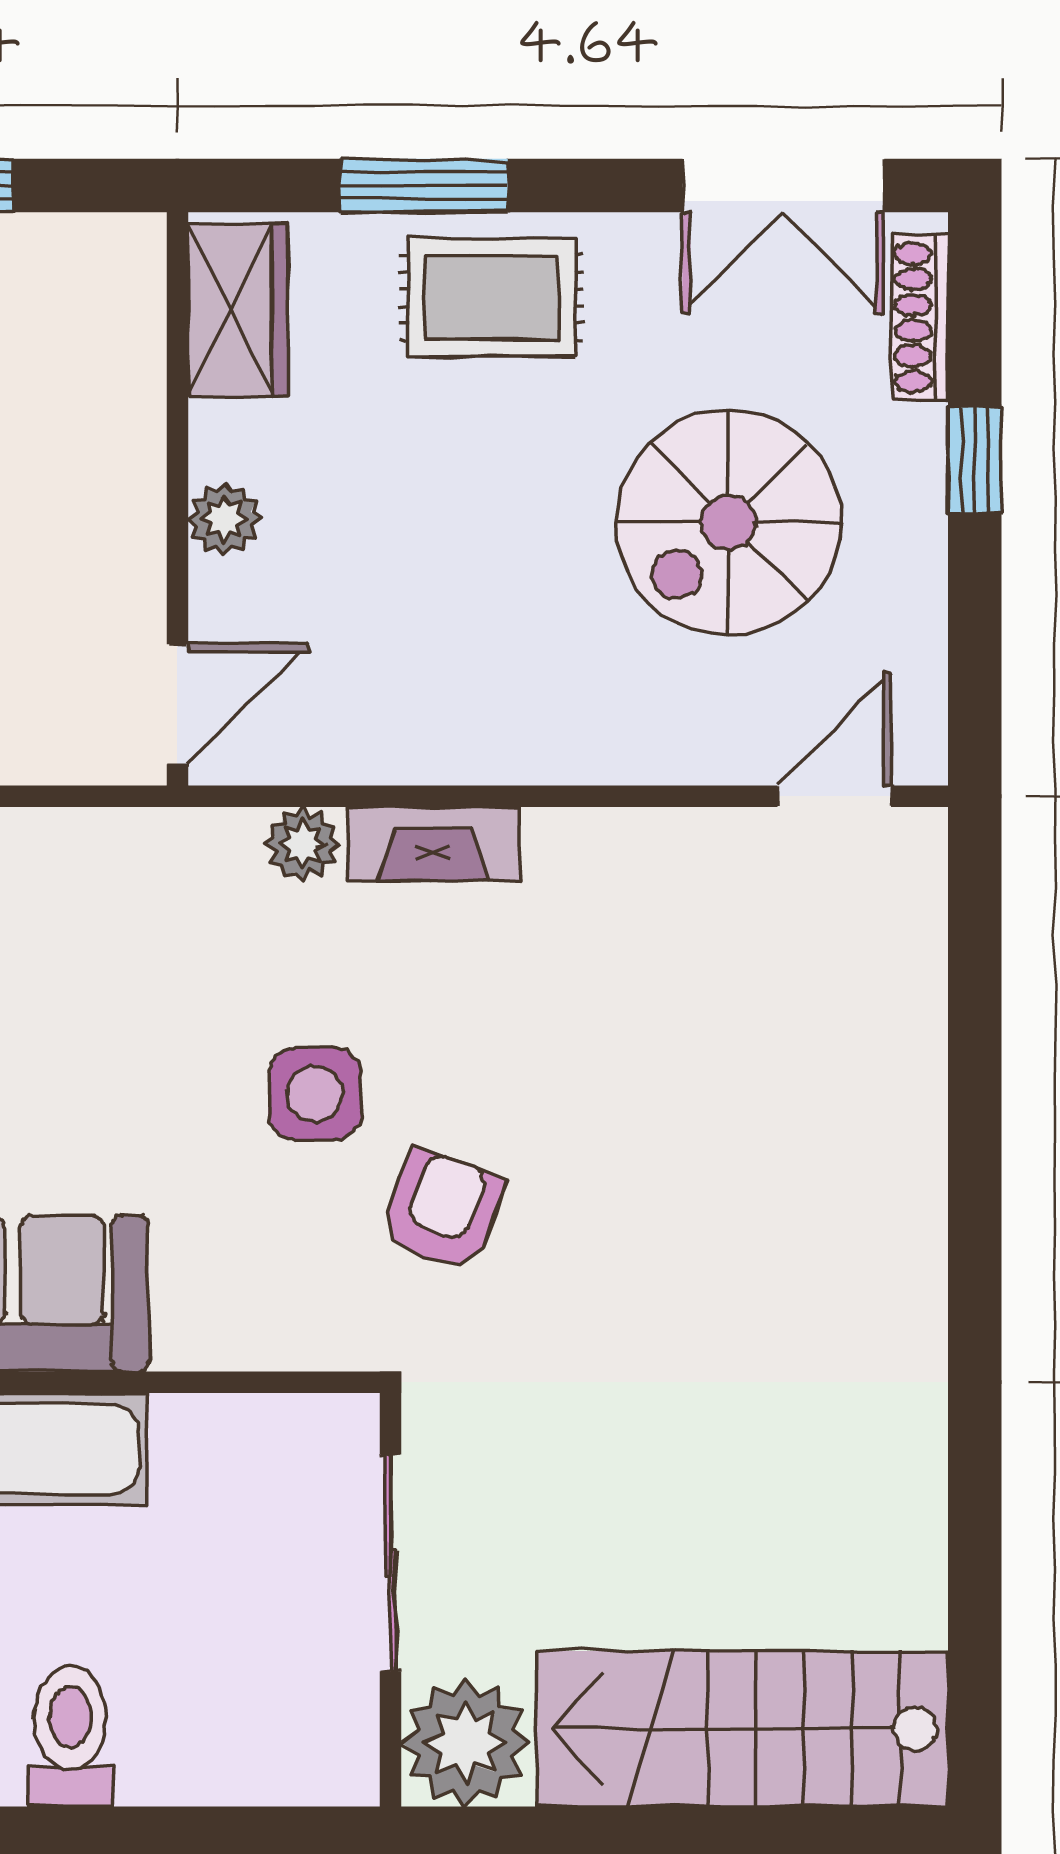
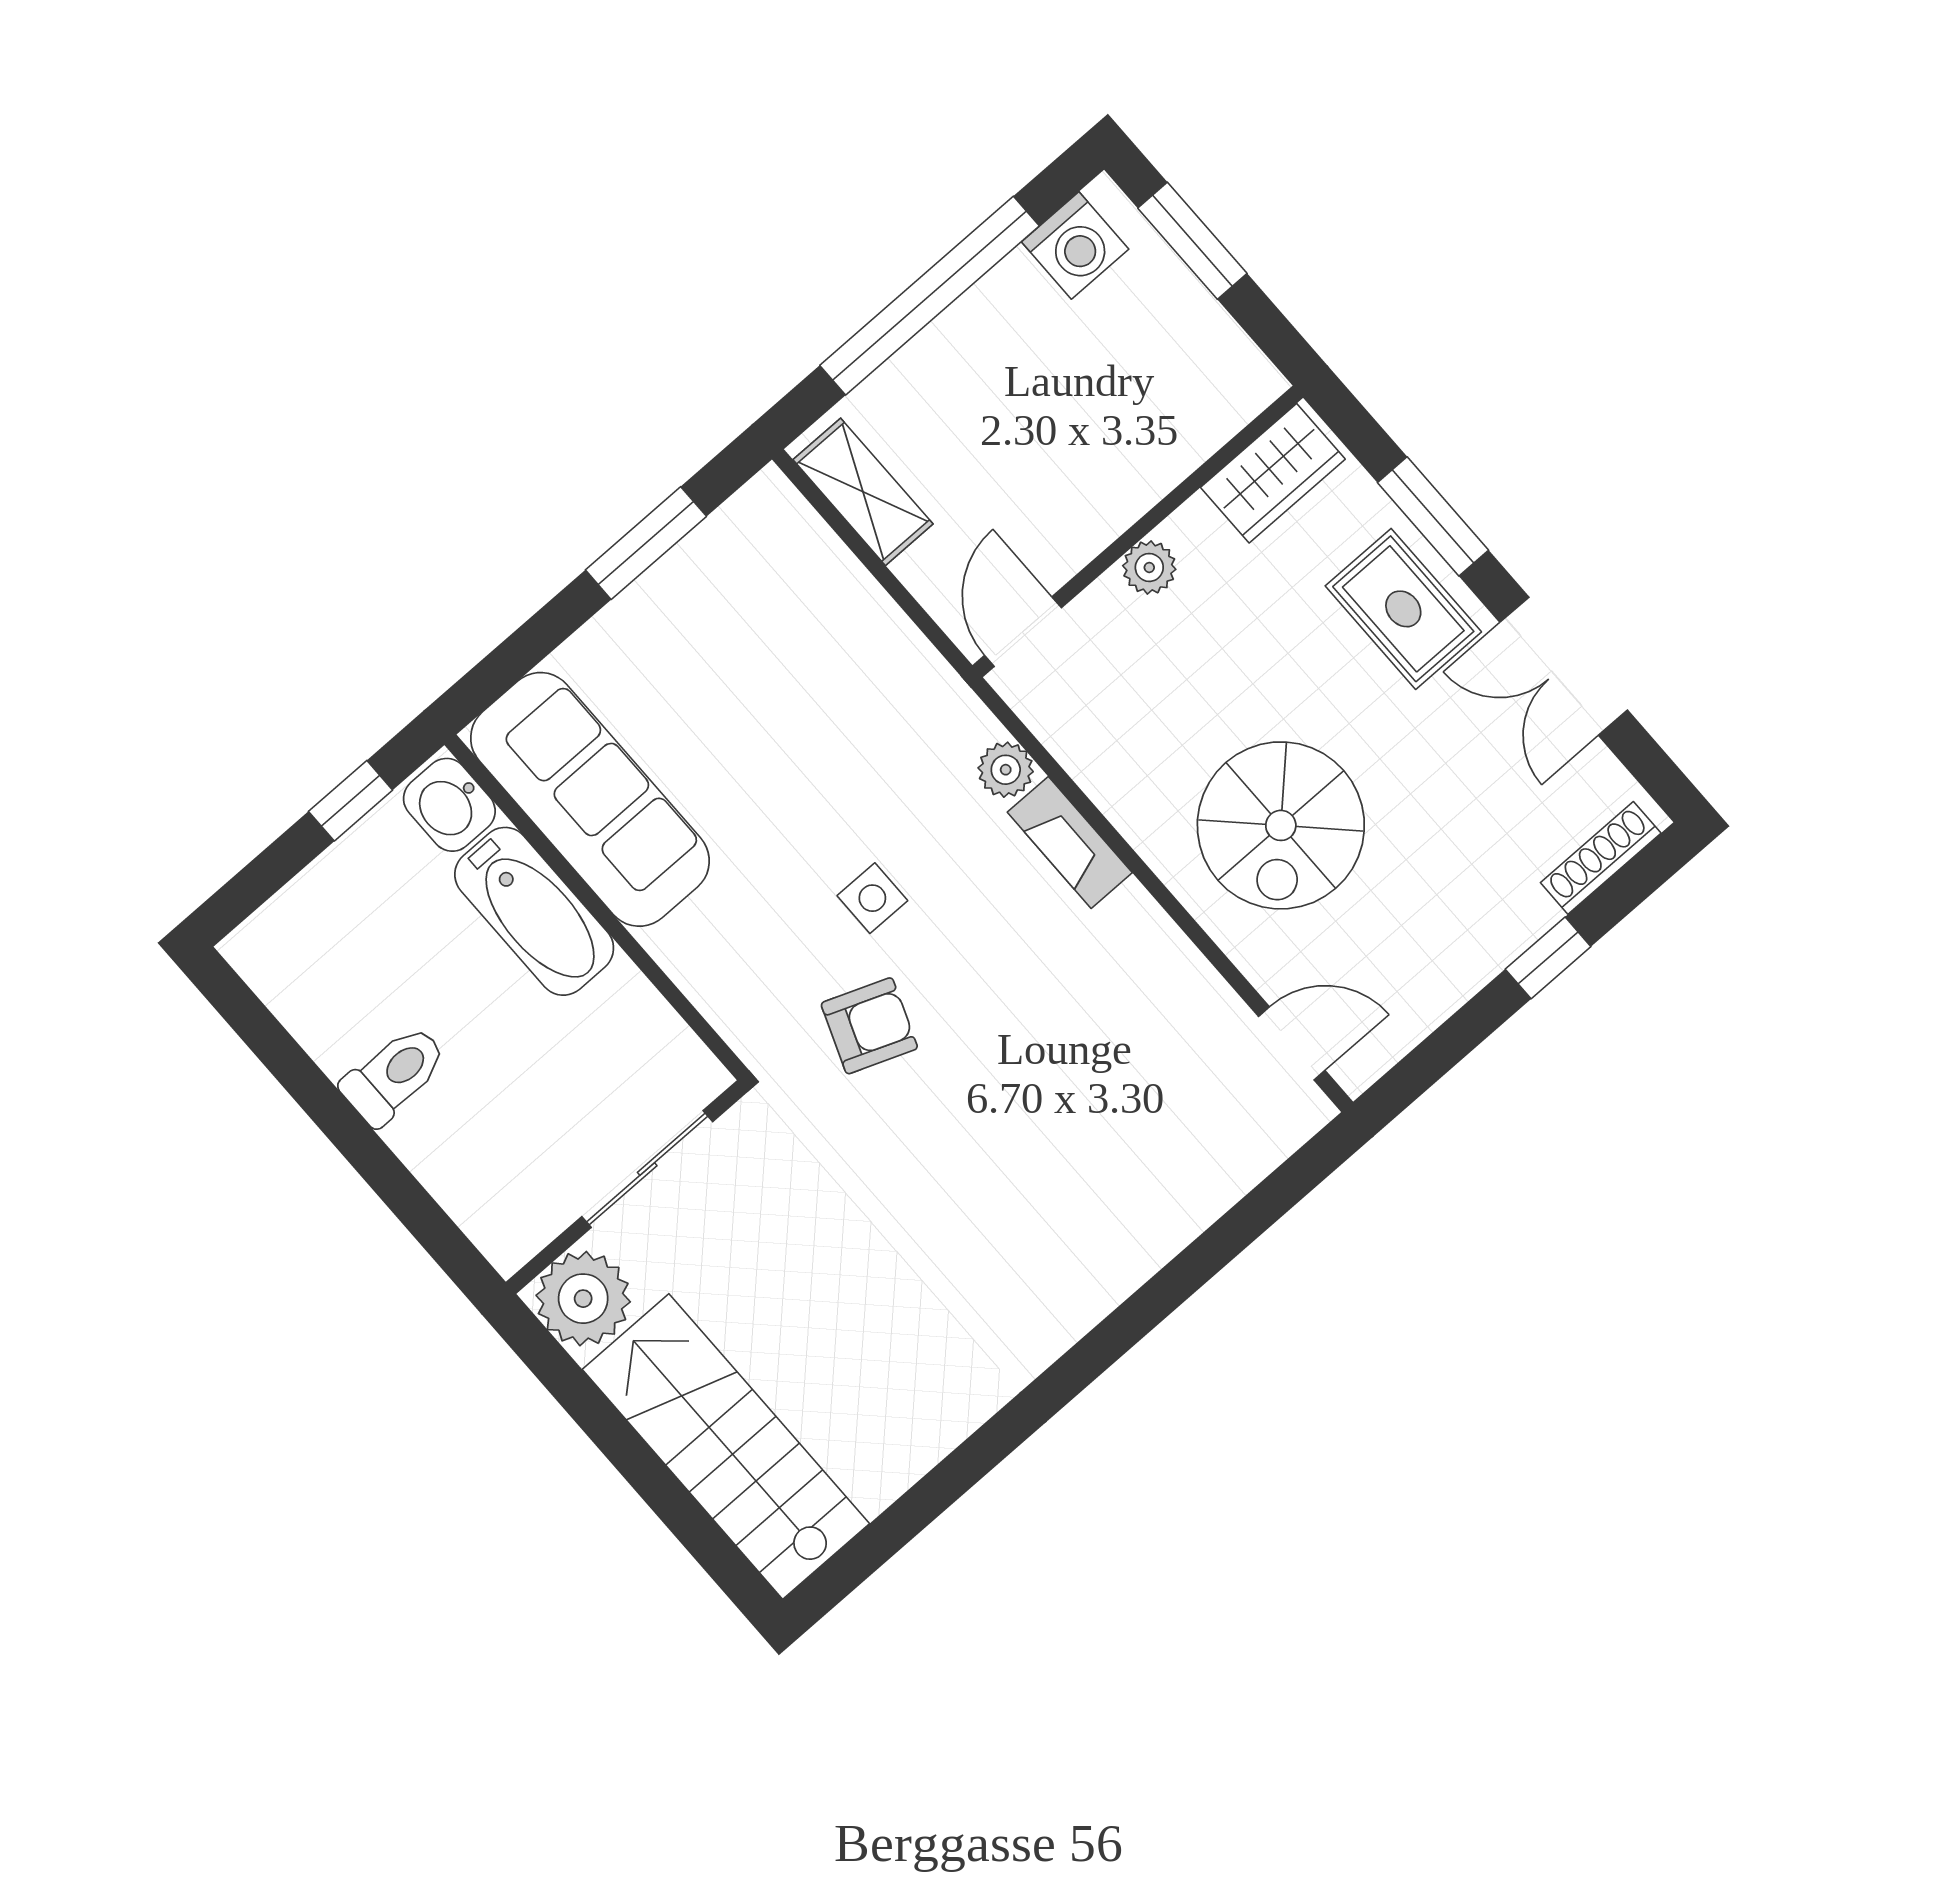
double door: (783, 185) -> (1564, 666), moved
spiral stairs: (728, 522) -> (1281, 825), moved, turned -90
door: (177, 704) -> (1023, 632), swing flipped
side table: (315, 1094) -> (872, 898), width x0.73, depth x0.73

